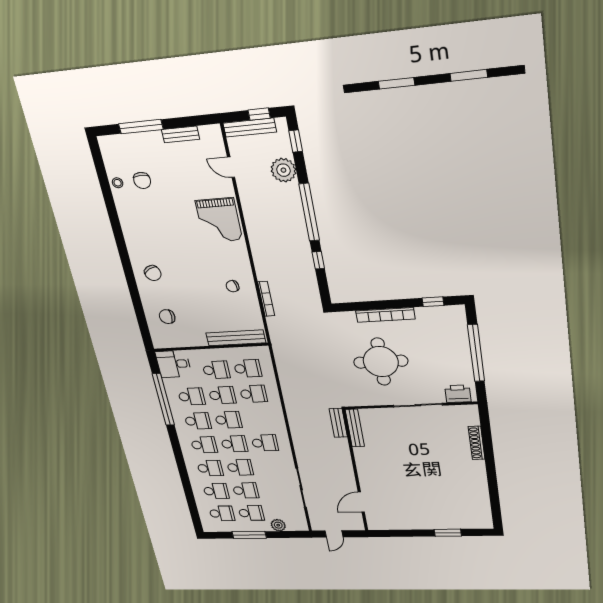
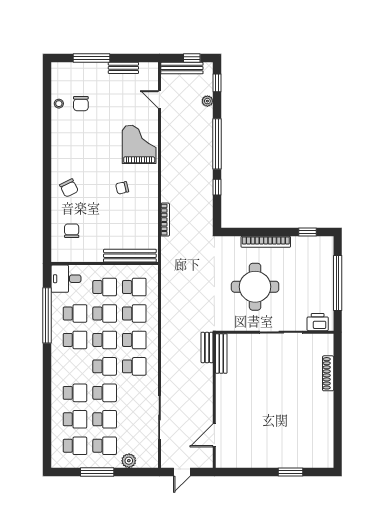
plant: (283, 170) -> (207, 101), width x0.53, depth x0.53
grand piano: (219, 220) -> (139, 144), turned 180
chair: (233, 286) -> (122, 188), moved
chair: (167, 317) -> (72, 231), turned 90
school desk: (204, 445) -> (134, 340), moved

